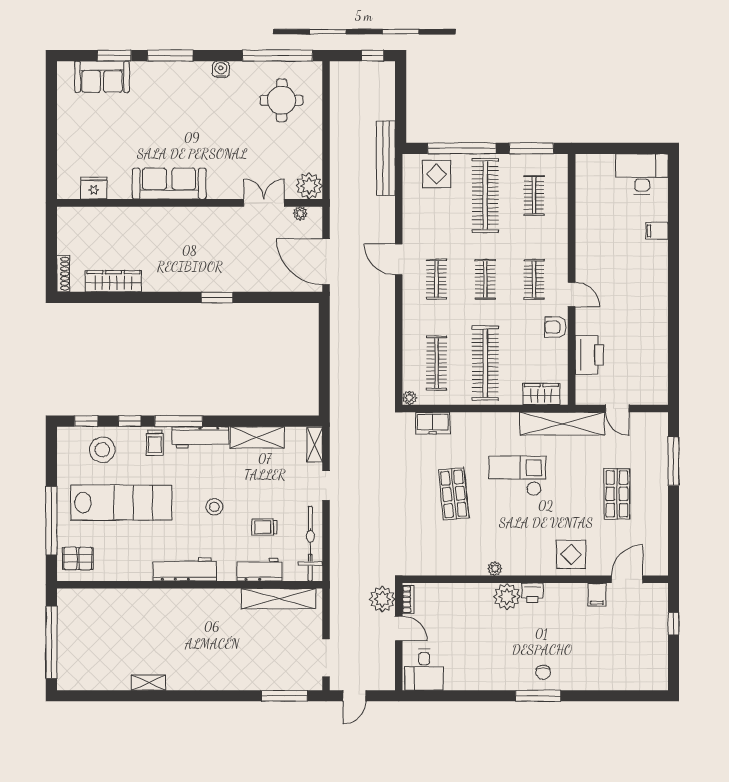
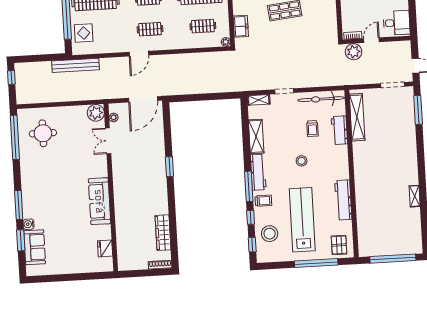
water cooler: (221, 69) -> (29, 224), moved
clothes rail: (437, 363) -> (203, 26), width x0.73
workbench: (185, 569) -> (343, 200), moved

